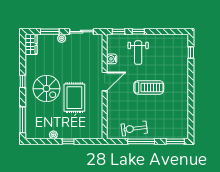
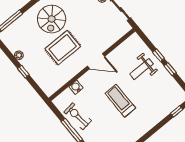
window: (119, 32) -> (170, 69), moved
water cooler: (112, 59) -> (76, 87), moved
treadmill: (149, 88) -> (120, 101), turned 180

